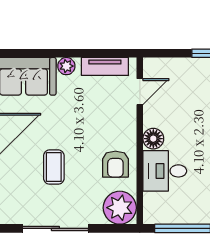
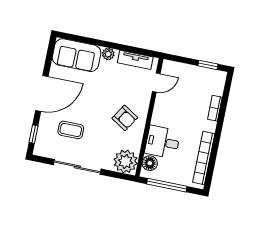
floor lamp: (153, 139) -> (150, 163), moved
armchair: (115, 164) -> (125, 118), moved, turned -58
coffee table: (54, 167) -> (71, 130), moved, turned 90

